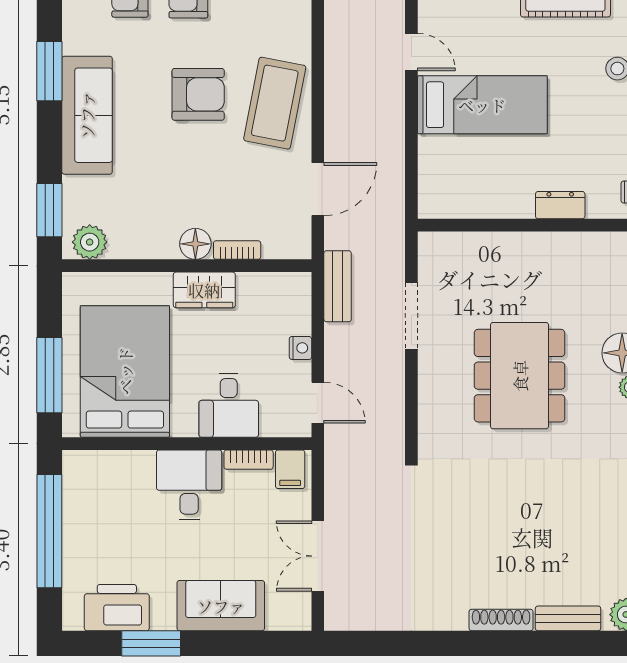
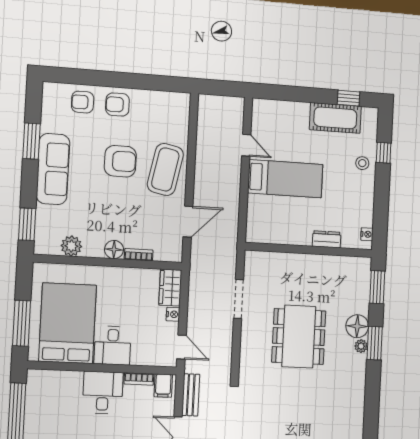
plant: (90, 242) -> (71, 246), moved
bench: (338, 286) -> (191, 395), moved
wardrobe: (204, 290) -> (170, 288), moved, turned 90
desk: (229, 405) -> (113, 346), moved

